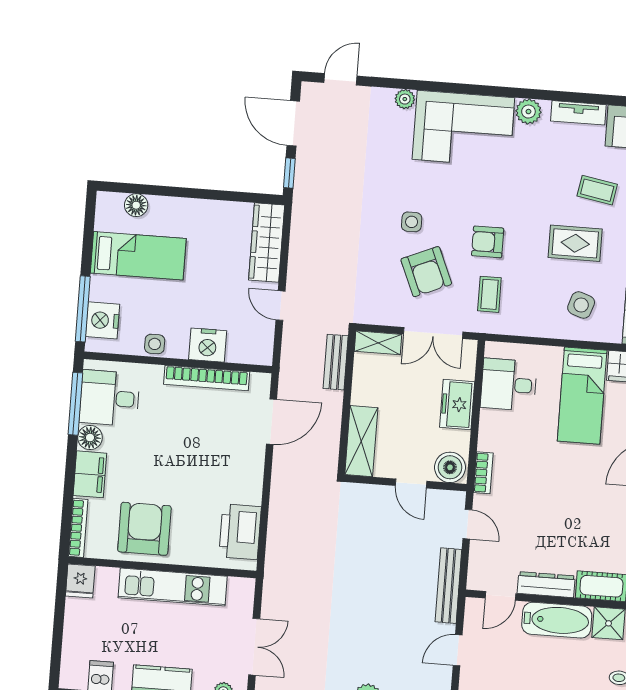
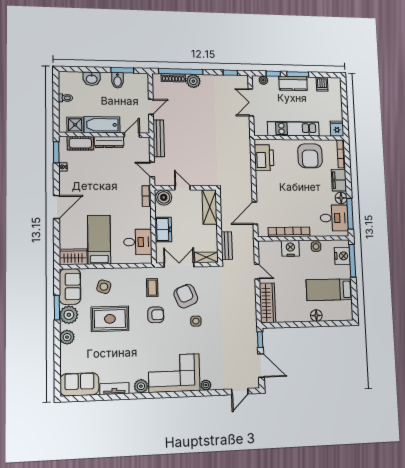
coffee table: (597, 190) -> (101, 348), removed
floor lamp: (136, 205) -> (316, 315), moved
rug: (575, 243) -> (110, 319), width x1.36, depth x1.43

